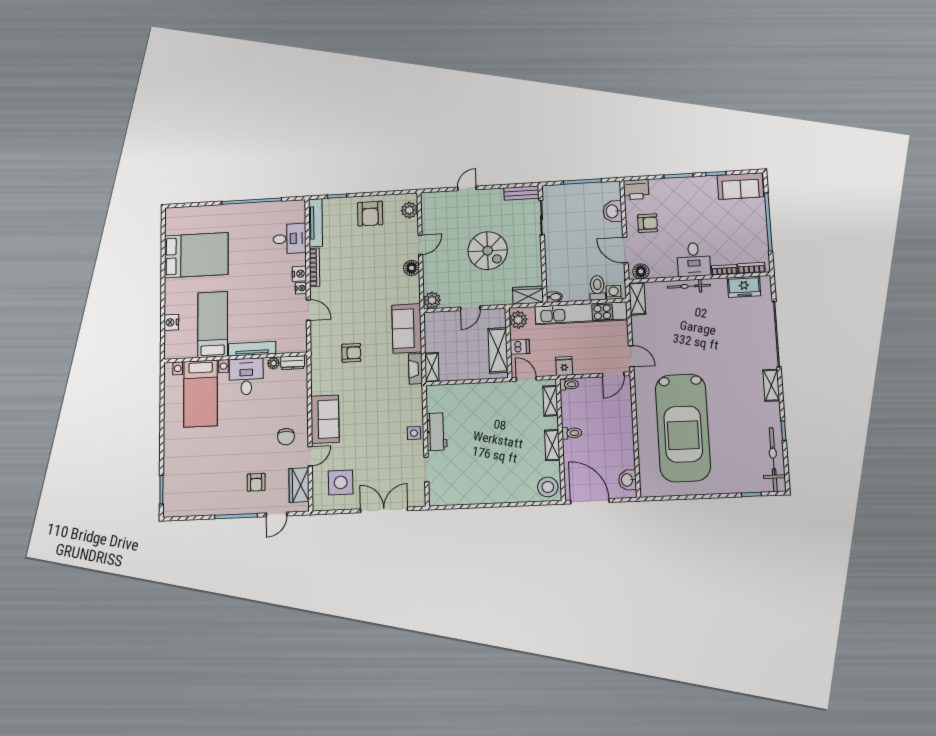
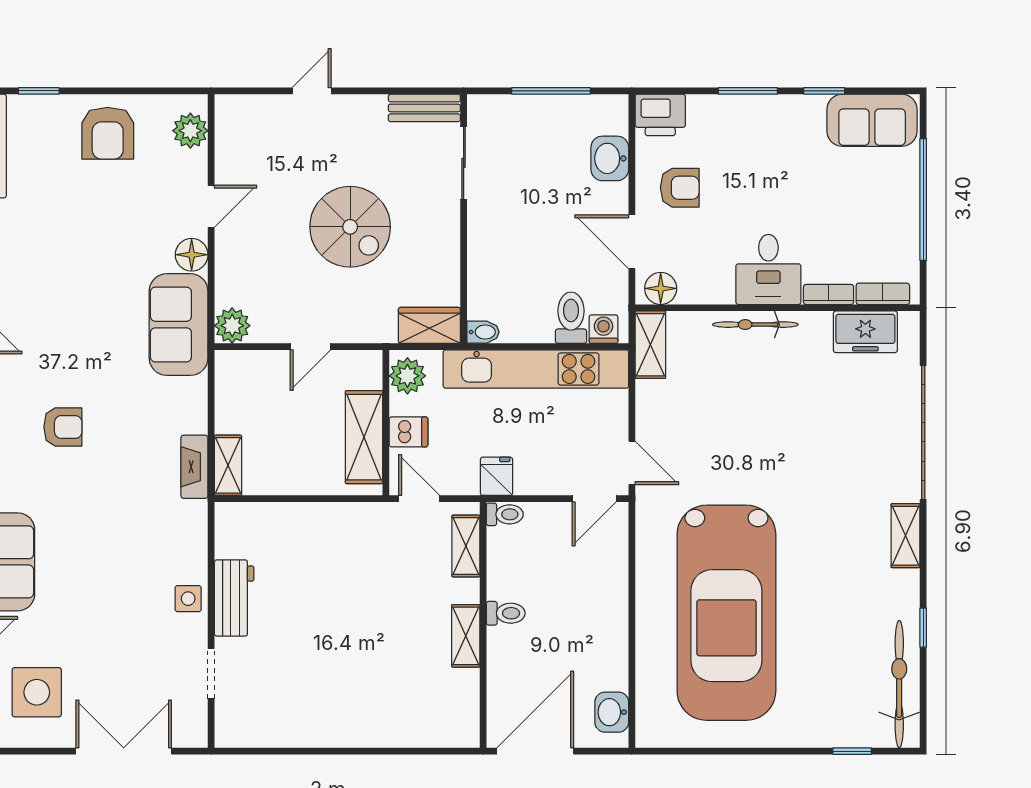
sofa: (407, 328) -> (179, 325), moved
stool: (548, 487) -> (453, 719), removed
door: (590, 501) -> (535, 751), hinge flipped

